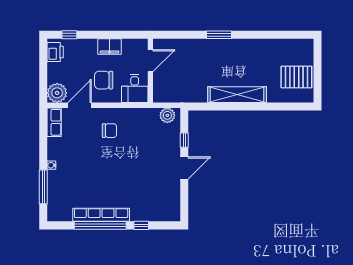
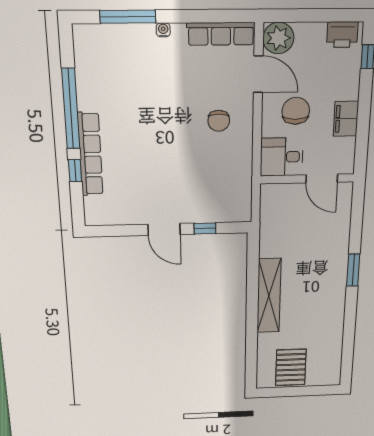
plant: (167, 115) -> (241, 204), removed
row of seats: (54, 122) -> (221, 34), width x1.48
row of seats: (101, 215) -> (90, 154), moved

